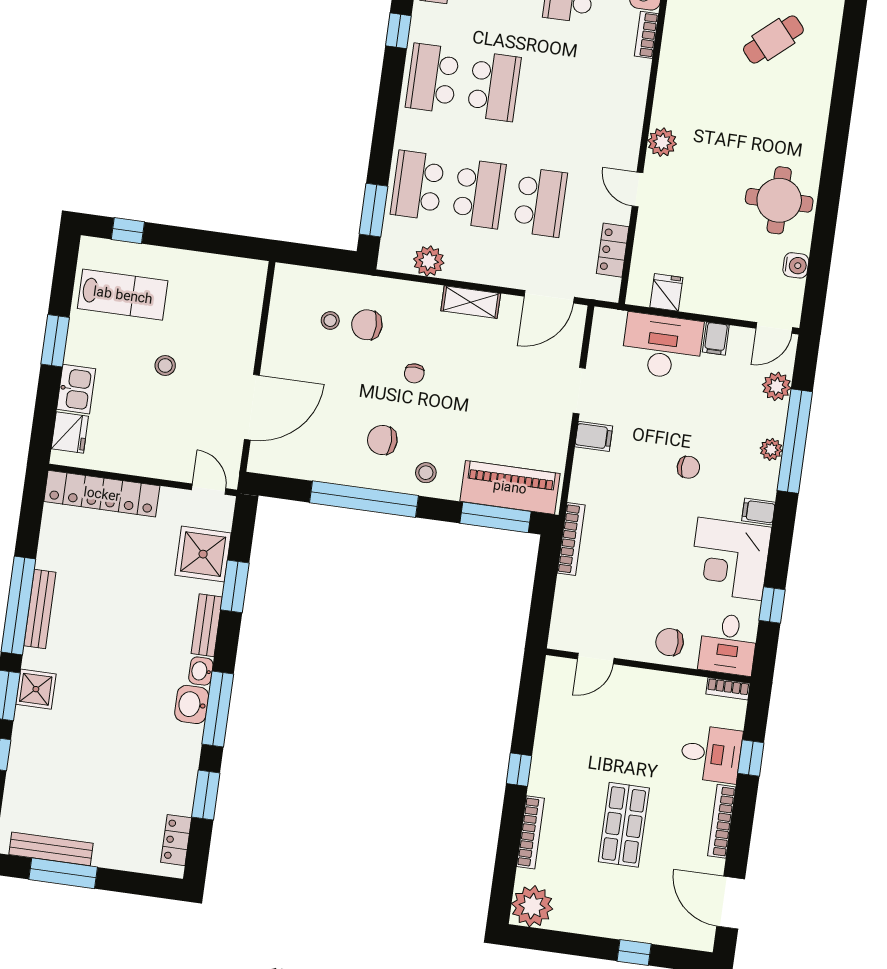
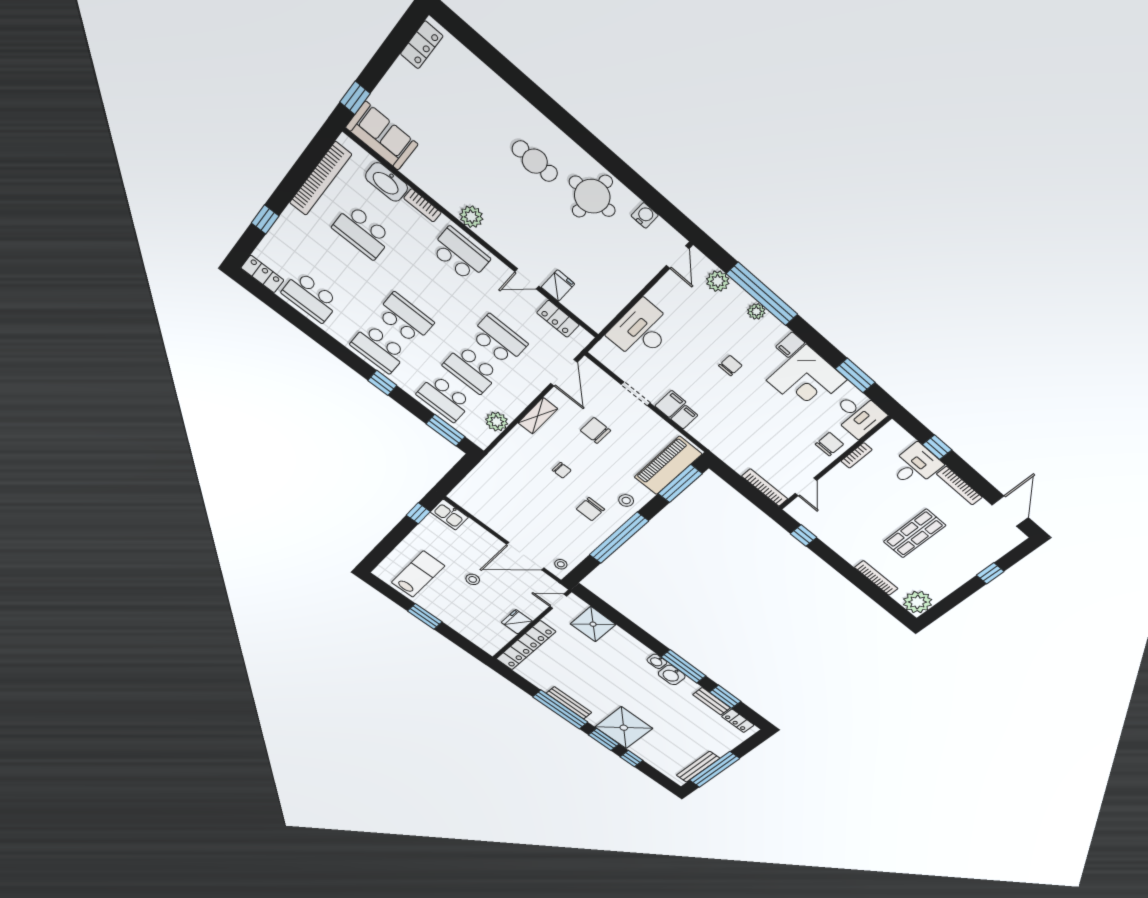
window: (398, 31) -> (382, 383), moved
cafe table: (773, 40) -> (535, 161), moved, turned -49
school desk: (616, 104) -> (460, 254), added
plant: (662, 142) -> (471, 217), moved
school desk: (479, 194) -> (471, 370), turned 180
window: (128, 231) -> (418, 513), moved
fridge: (666, 292) -> (558, 286), moved, turned 90
stool: (330, 321) -> (561, 564), moved
chair: (367, 325) -> (595, 430), moved, turned 90
filing cabinet: (716, 339) -> (684, 417), moved, turned -90
kitchen sink: (76, 389) -> (449, 515), moved, turned 180
door: (252, 407) -> (525, 556), swing flipped
fridge: (70, 433) -> (517, 622), moved, turned -90
bookcase: (571, 539) -> (765, 488), moved
window: (235, 586) -> (622, 622), removed
window: (772, 605) -> (855, 376), width x1.50
bench: (207, 625) -> (712, 701), moved
chair: (670, 642) -> (829, 444), turned 180
shower: (36, 689) -> (624, 728), width x1.86, depth x1.86
bookcase: (728, 689) -> (857, 455), moved
window: (519, 770) -> (804, 535), moved
shop shelf: (624, 825) -> (915, 533), turned 90
window: (63, 873) -> (714, 769), width x1.46
door: (731, 903) -> (1010, 511), swing flipped

